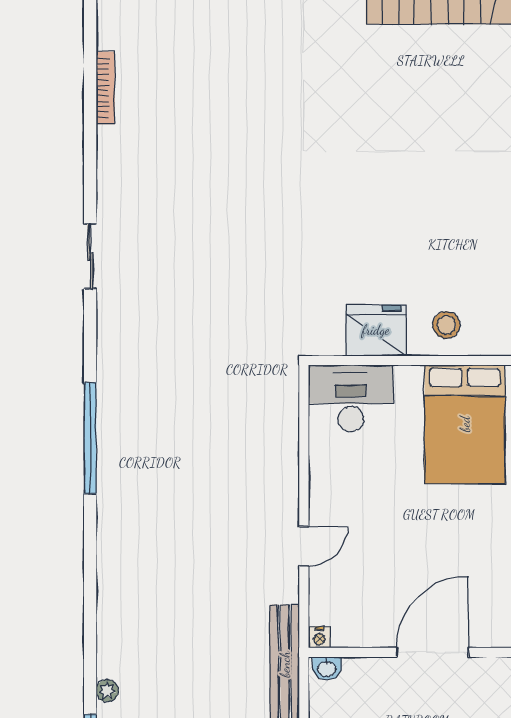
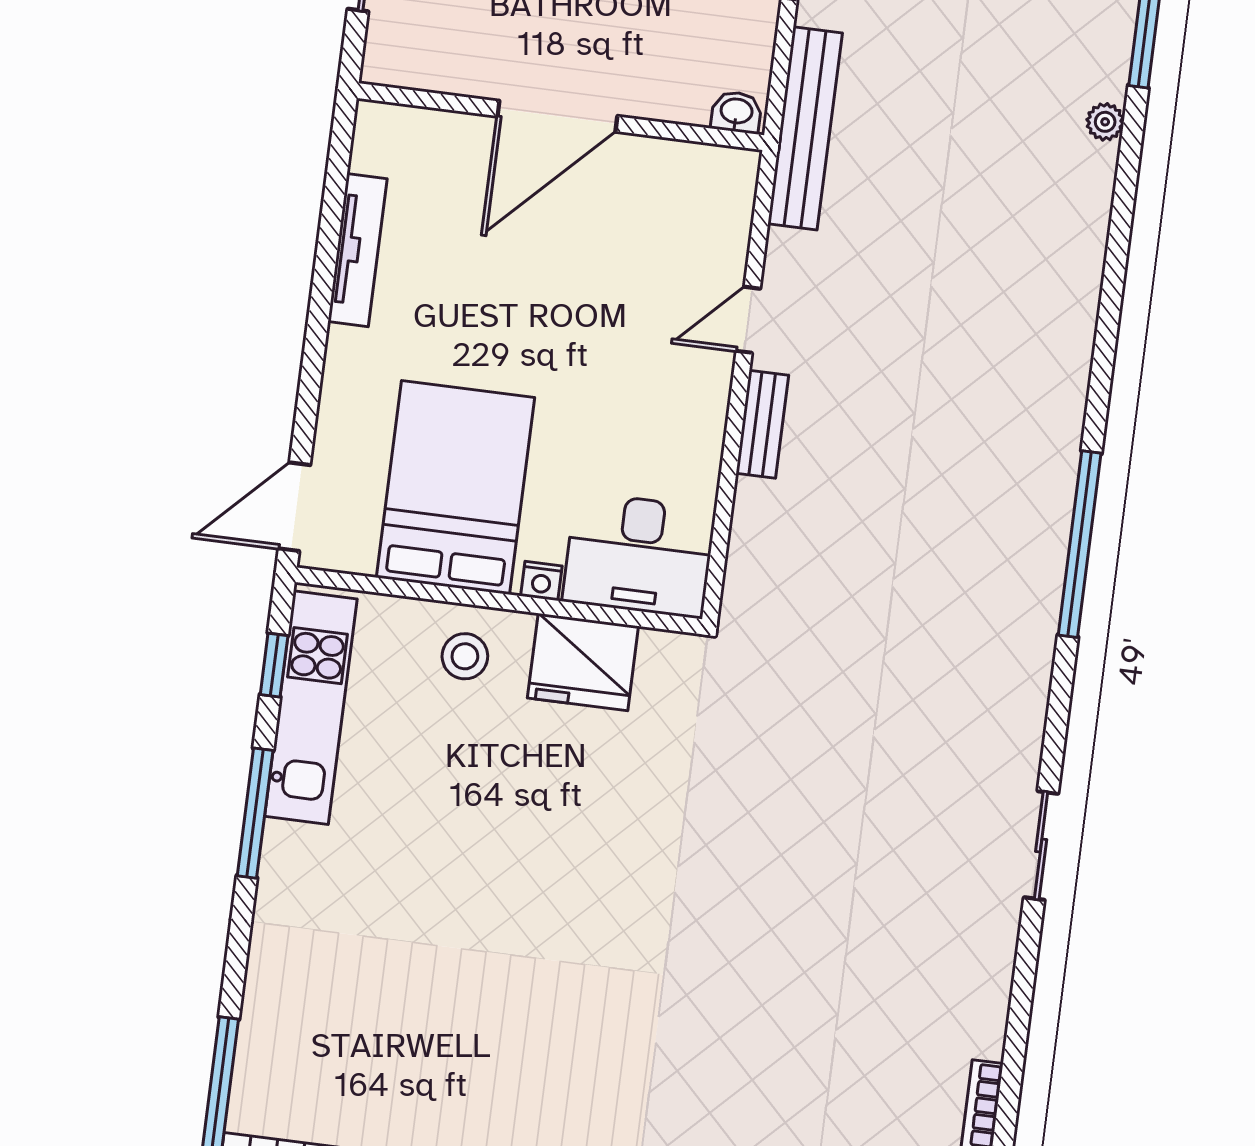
bench: (288, 485) -> (762, 424), added
nightstand: (319, 637) -> (541, 581), moved, turned 180

